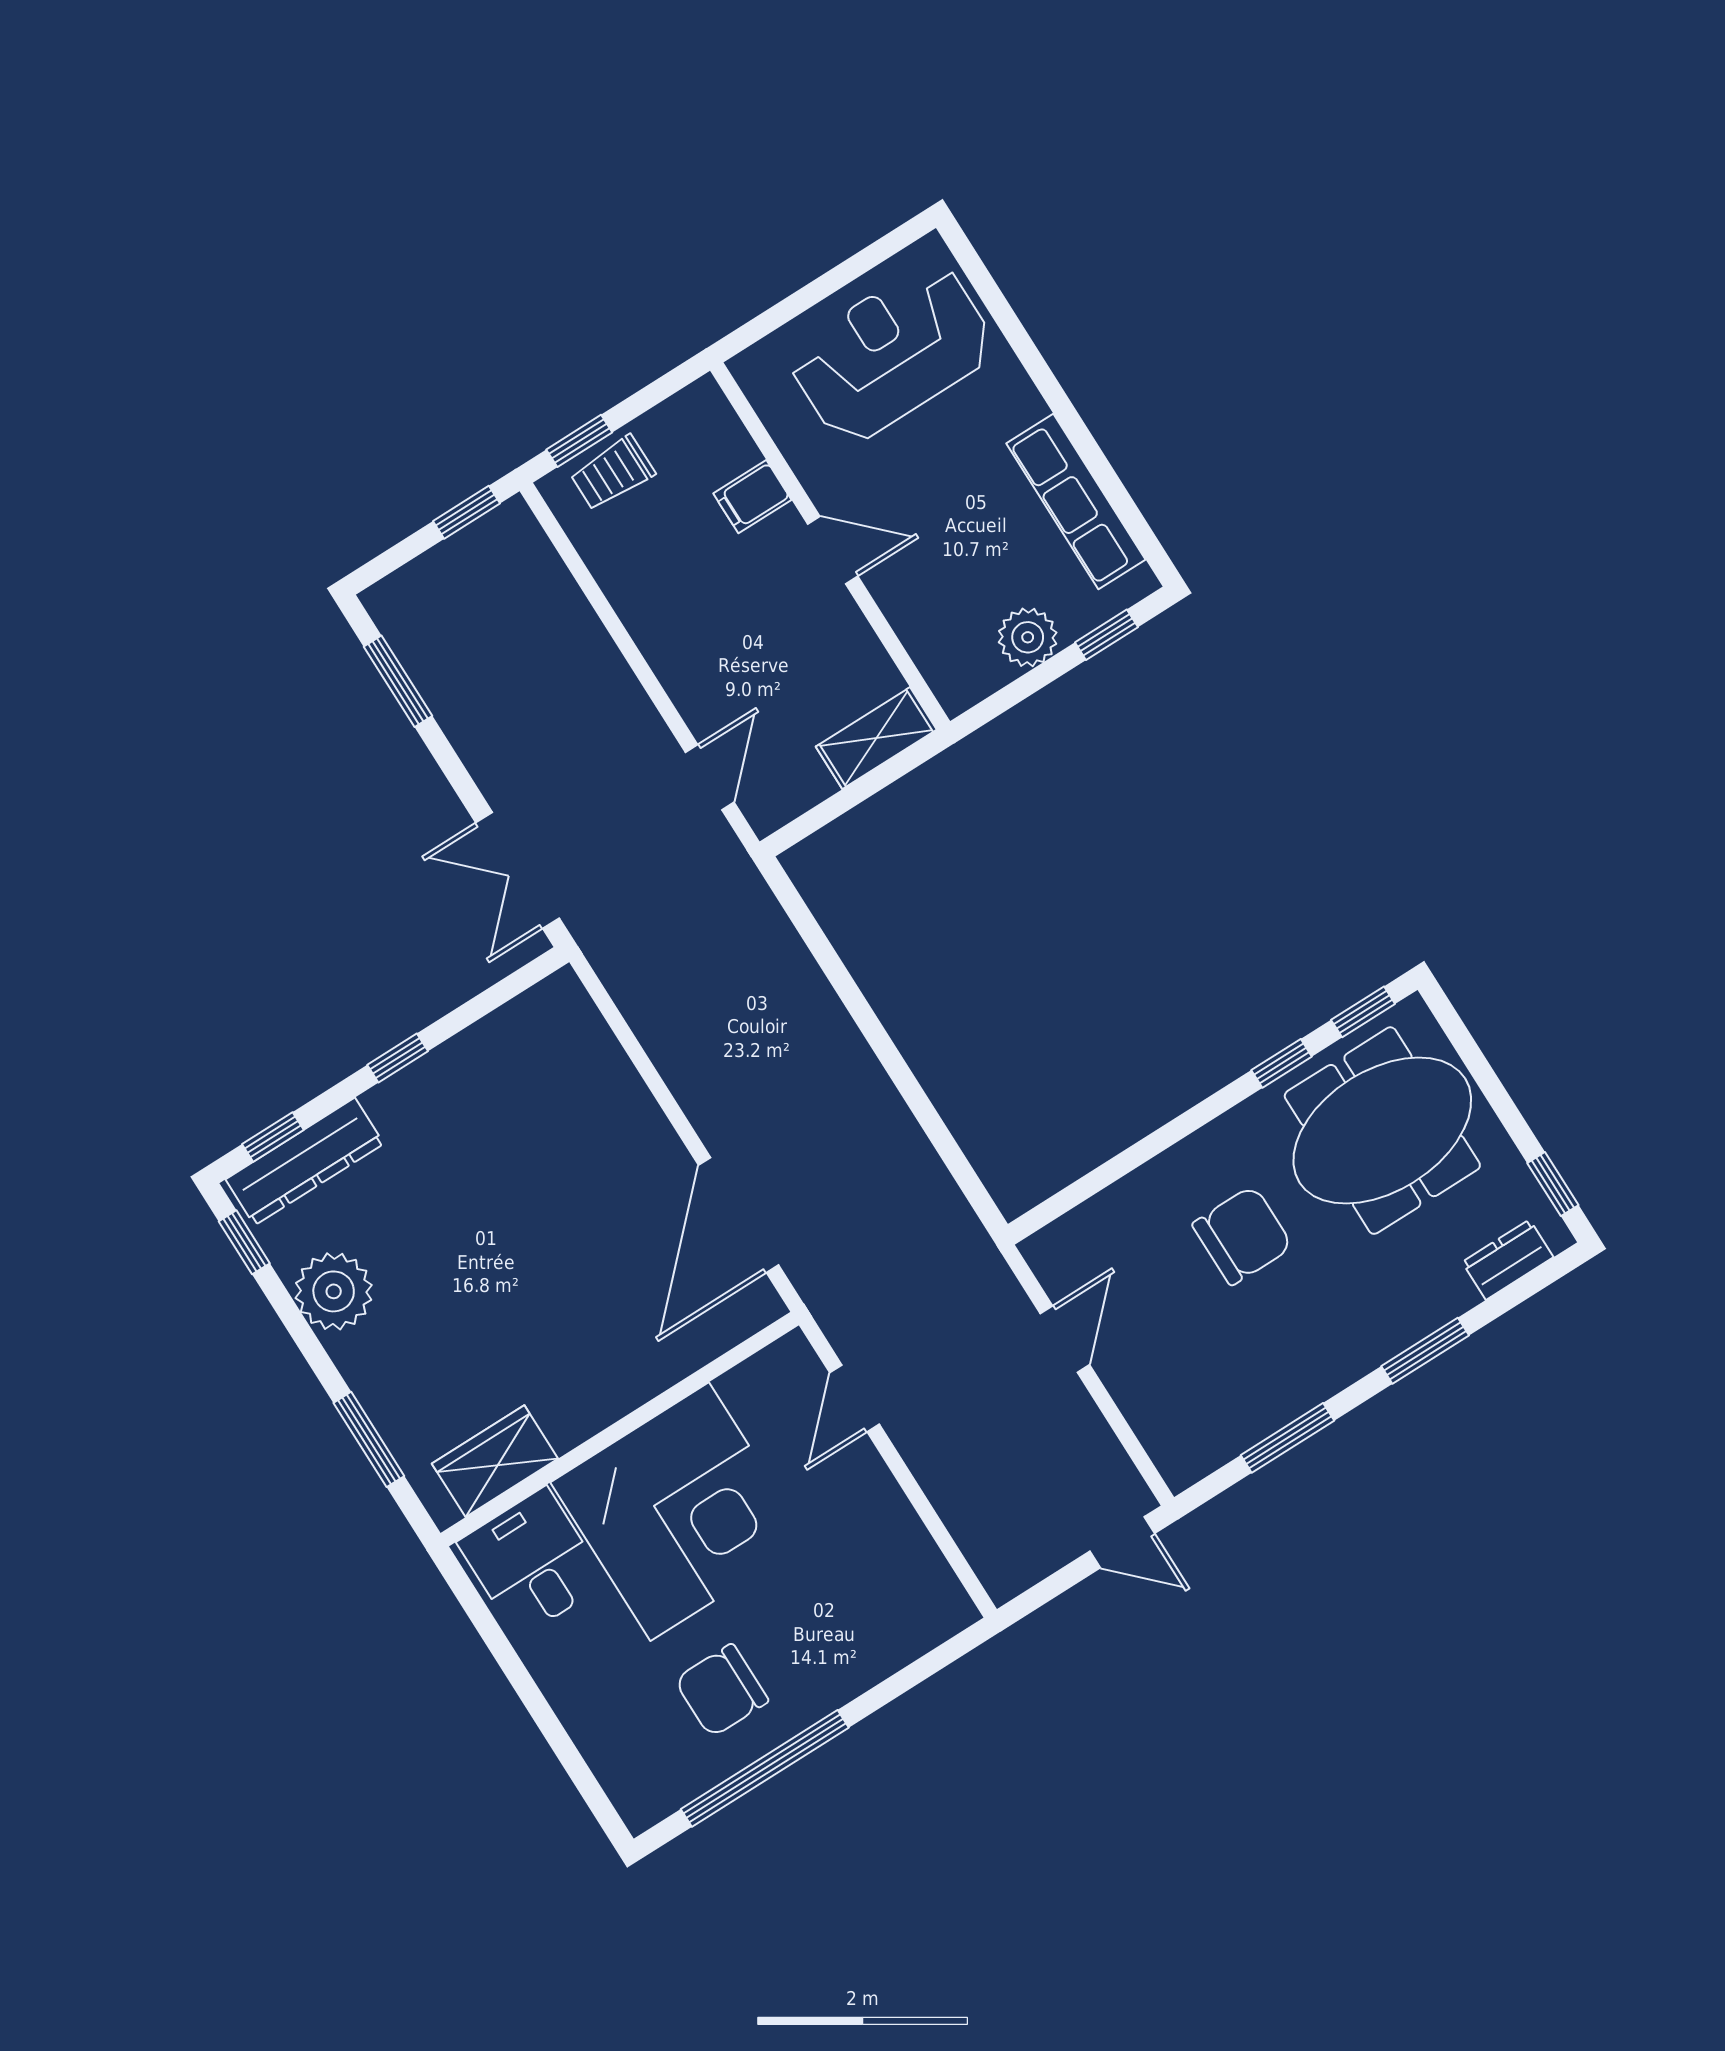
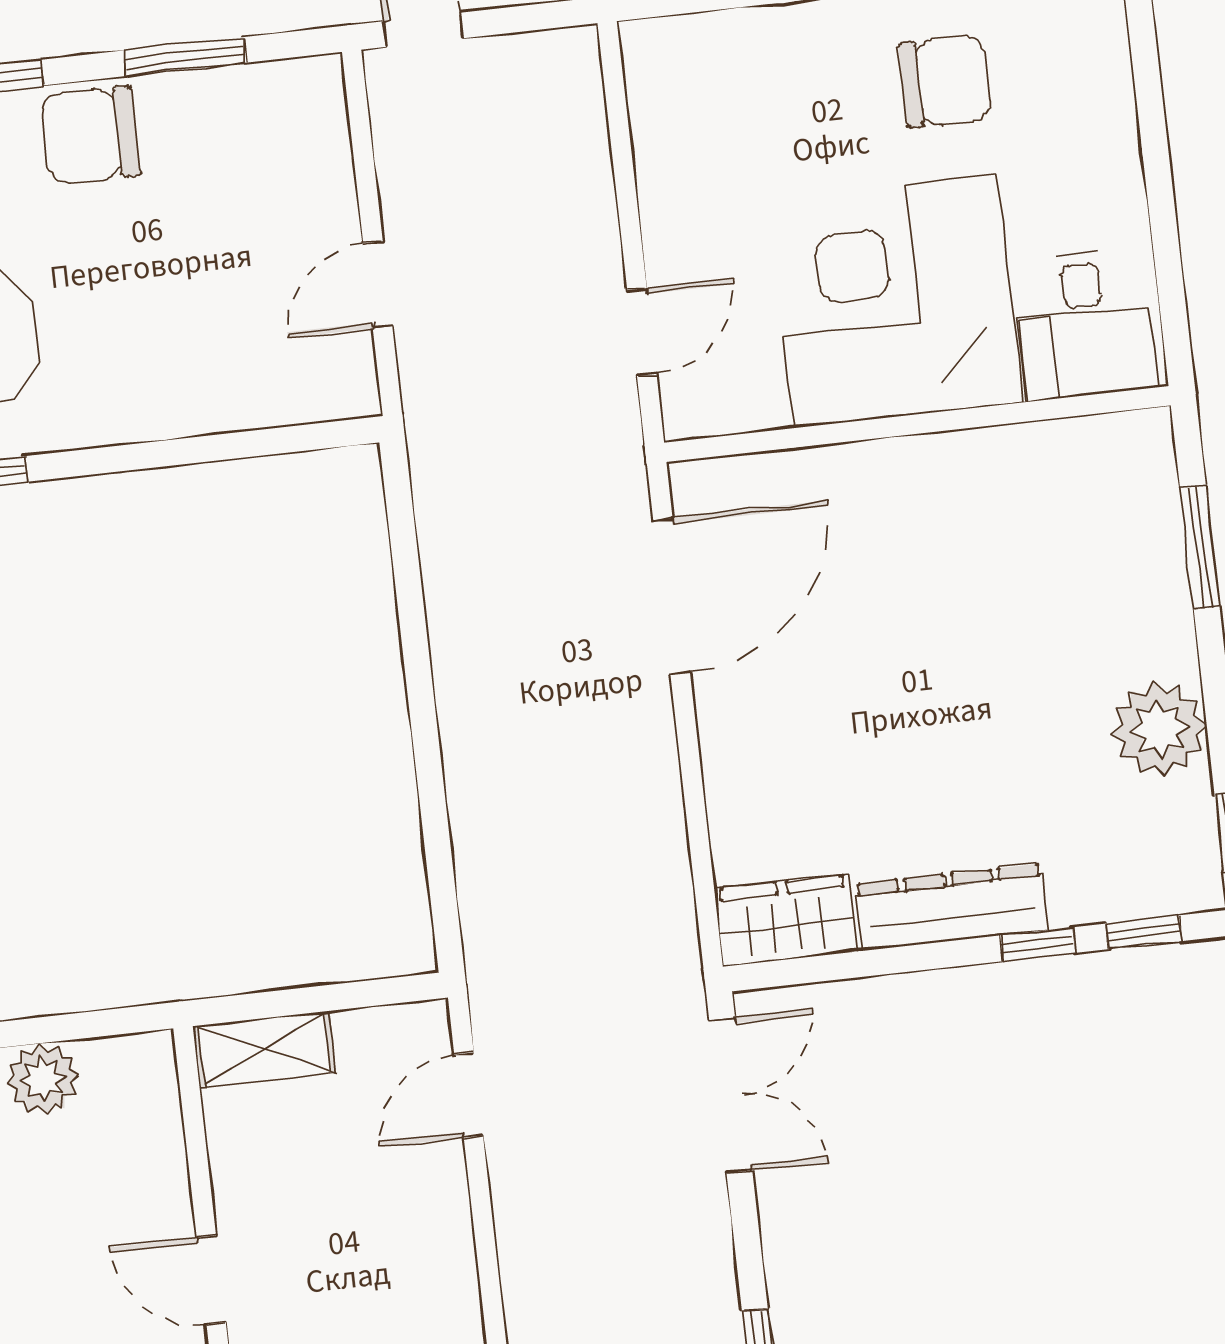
window: (398, 1058) -> (1038, 944), moved
dresser: (305, 1162) -> (951, 907), moved
chair: (1242, 1235) -> (90, 135), moved
wardrobe: (495, 1461) -> (785, 920), moved, turned 180

